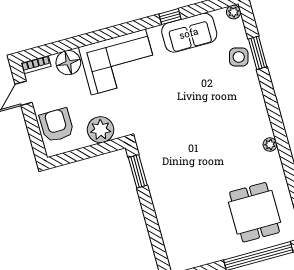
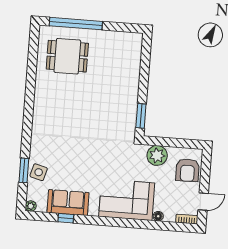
window: (170, 17) -> (66, 218), moved
floor lamp: (68, 63) -> (158, 216), width x0.53, depth x0.53
plant: (270, 144) -> (39, 101), removed
dining table: (254, 212) -> (67, 56), turned 90

